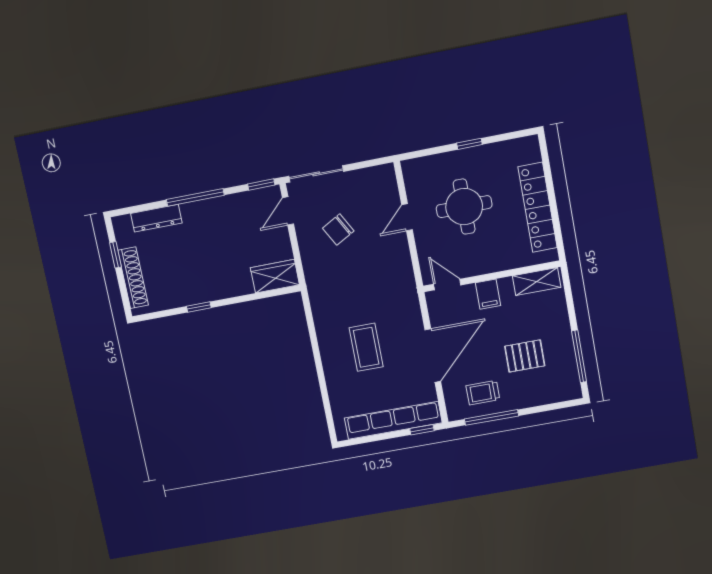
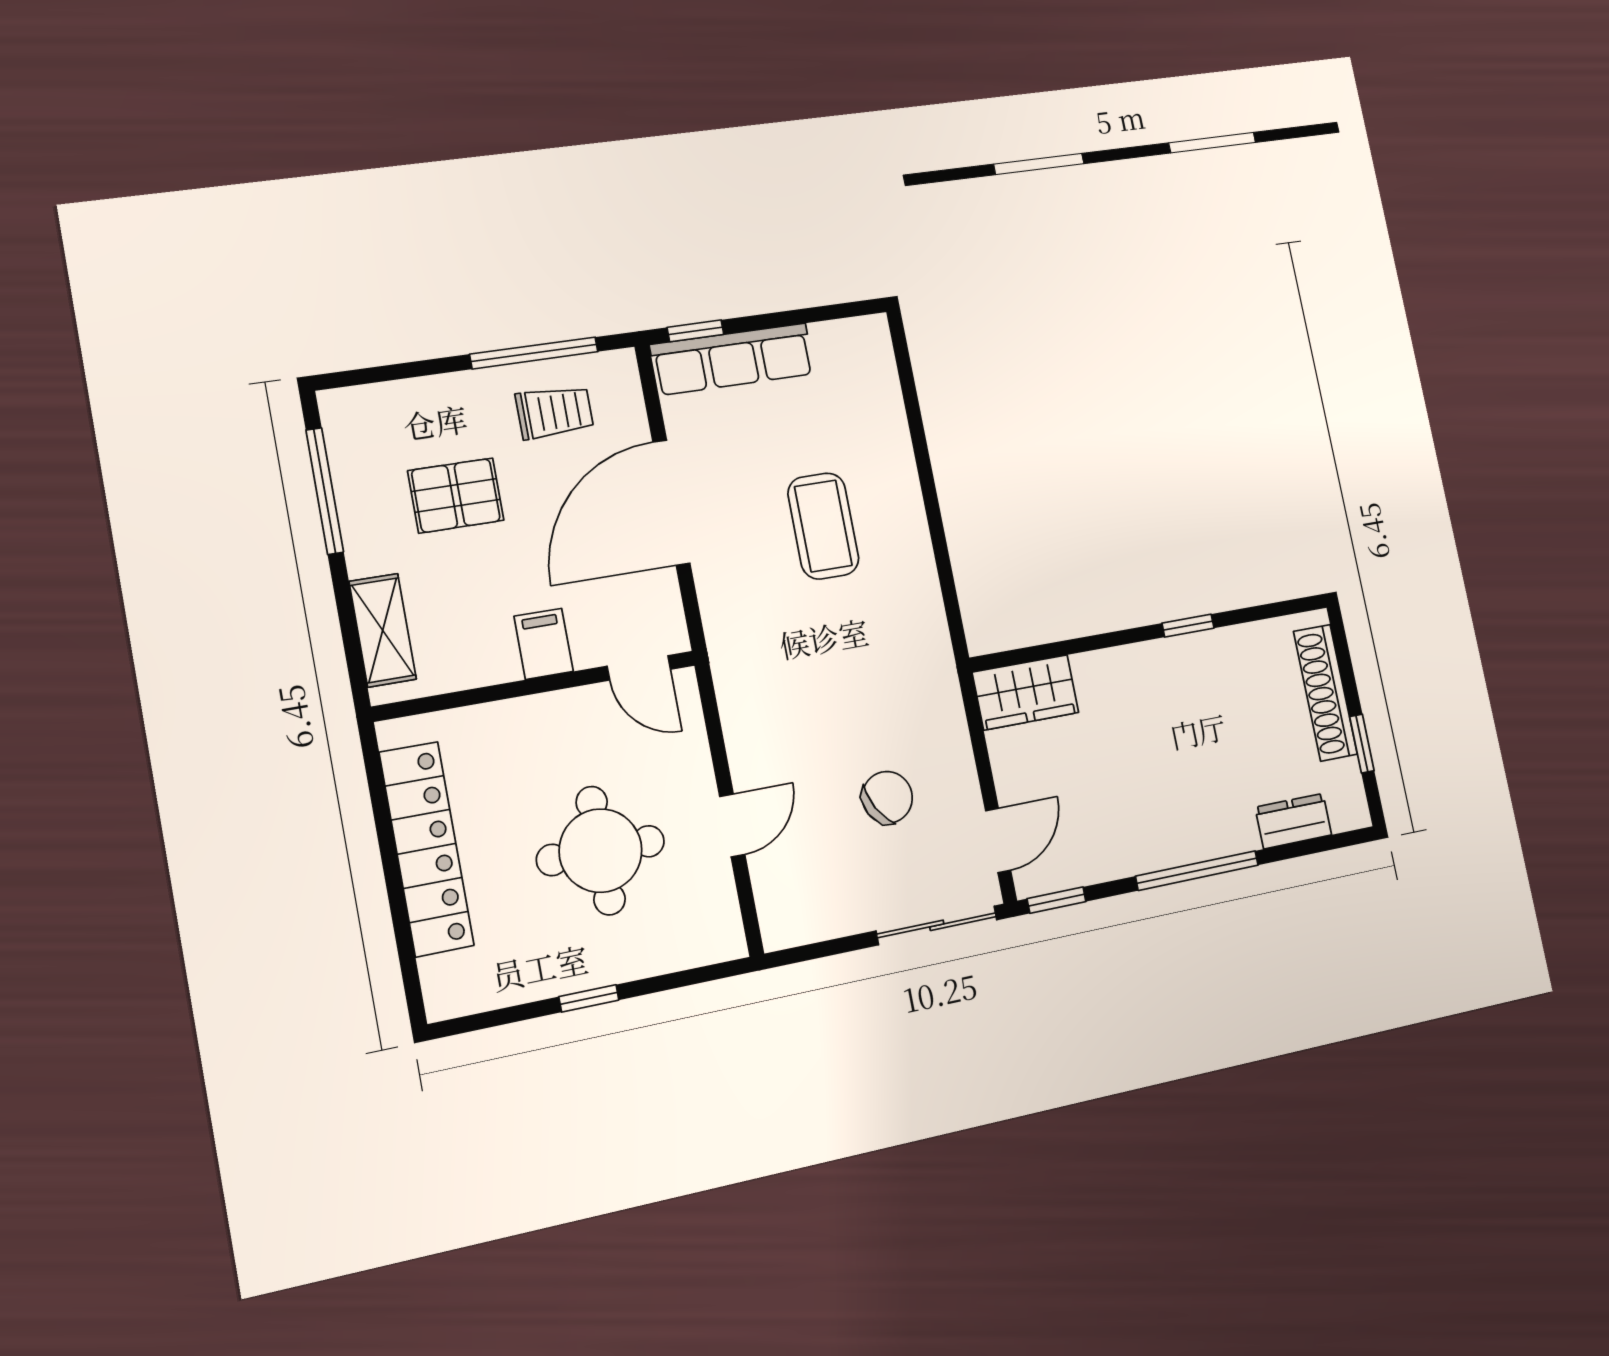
dresser: (156, 218) -> (1293, 821), width x0.70
shelving: (537, 281) -> (383, 630), moved, turned 90
row of seats: (393, 420) -> (733, 359), width x0.73

